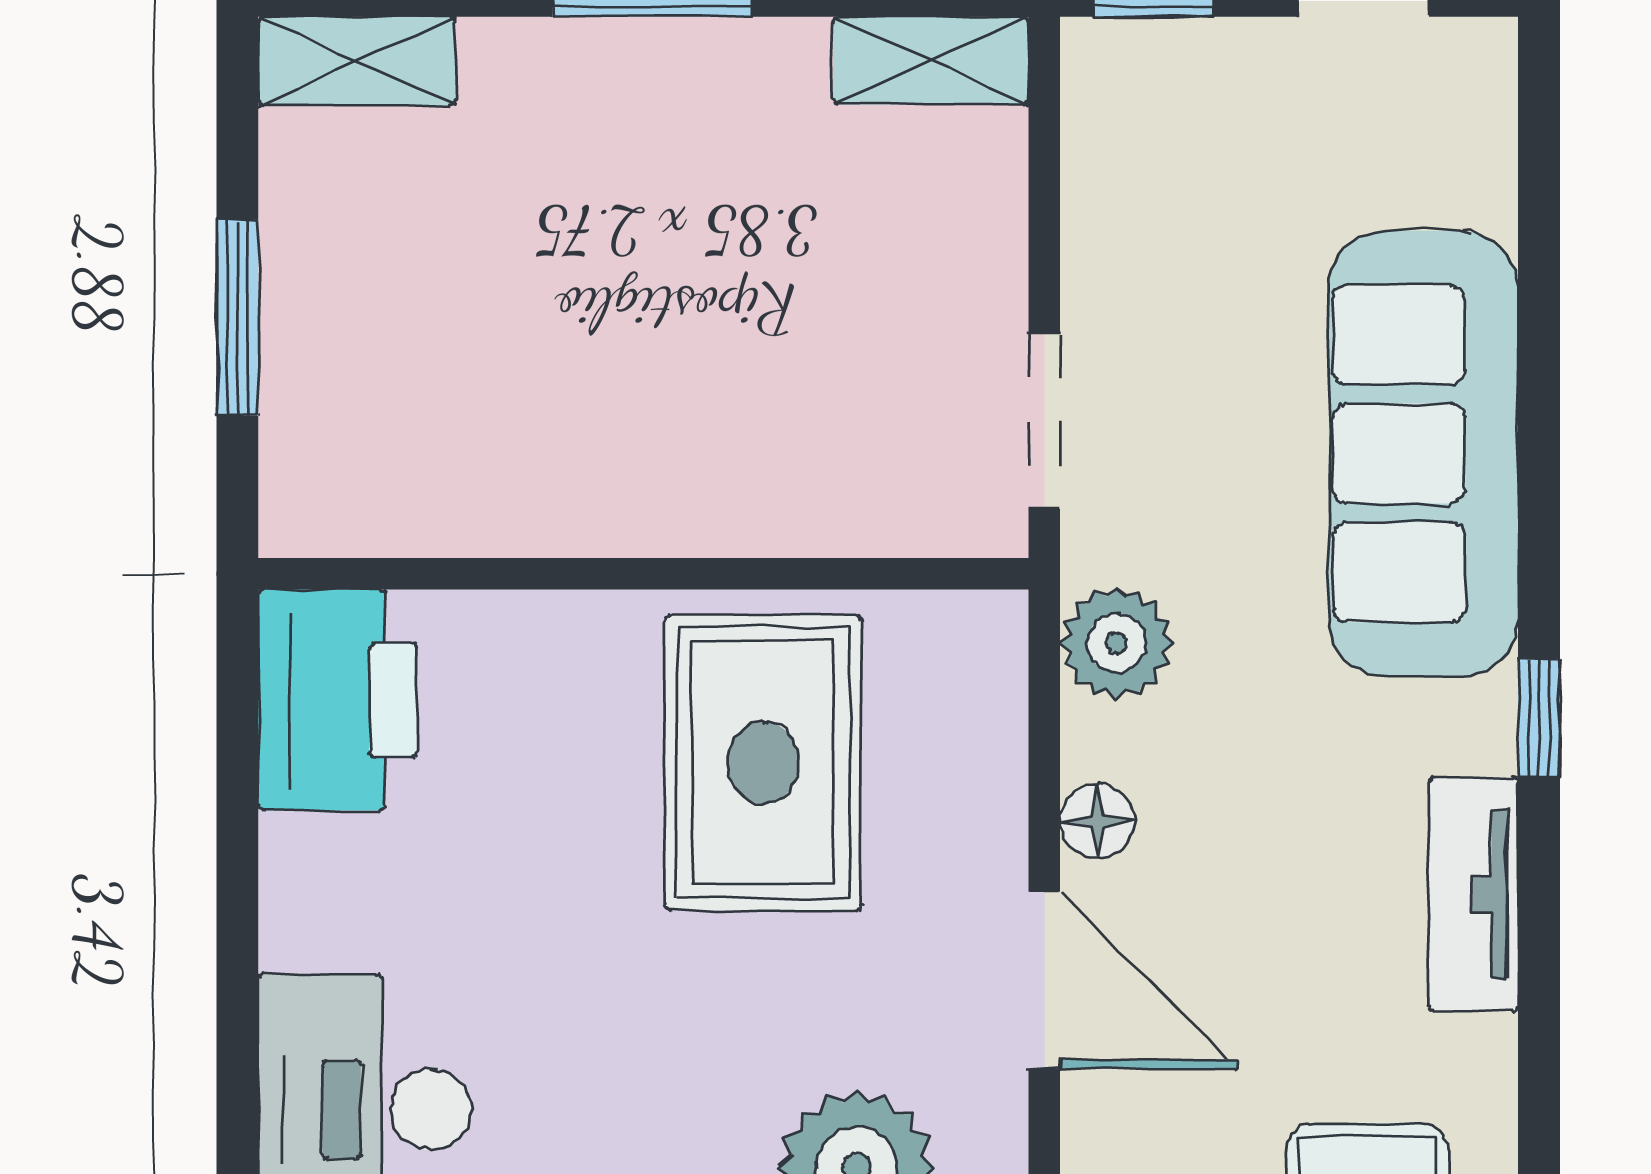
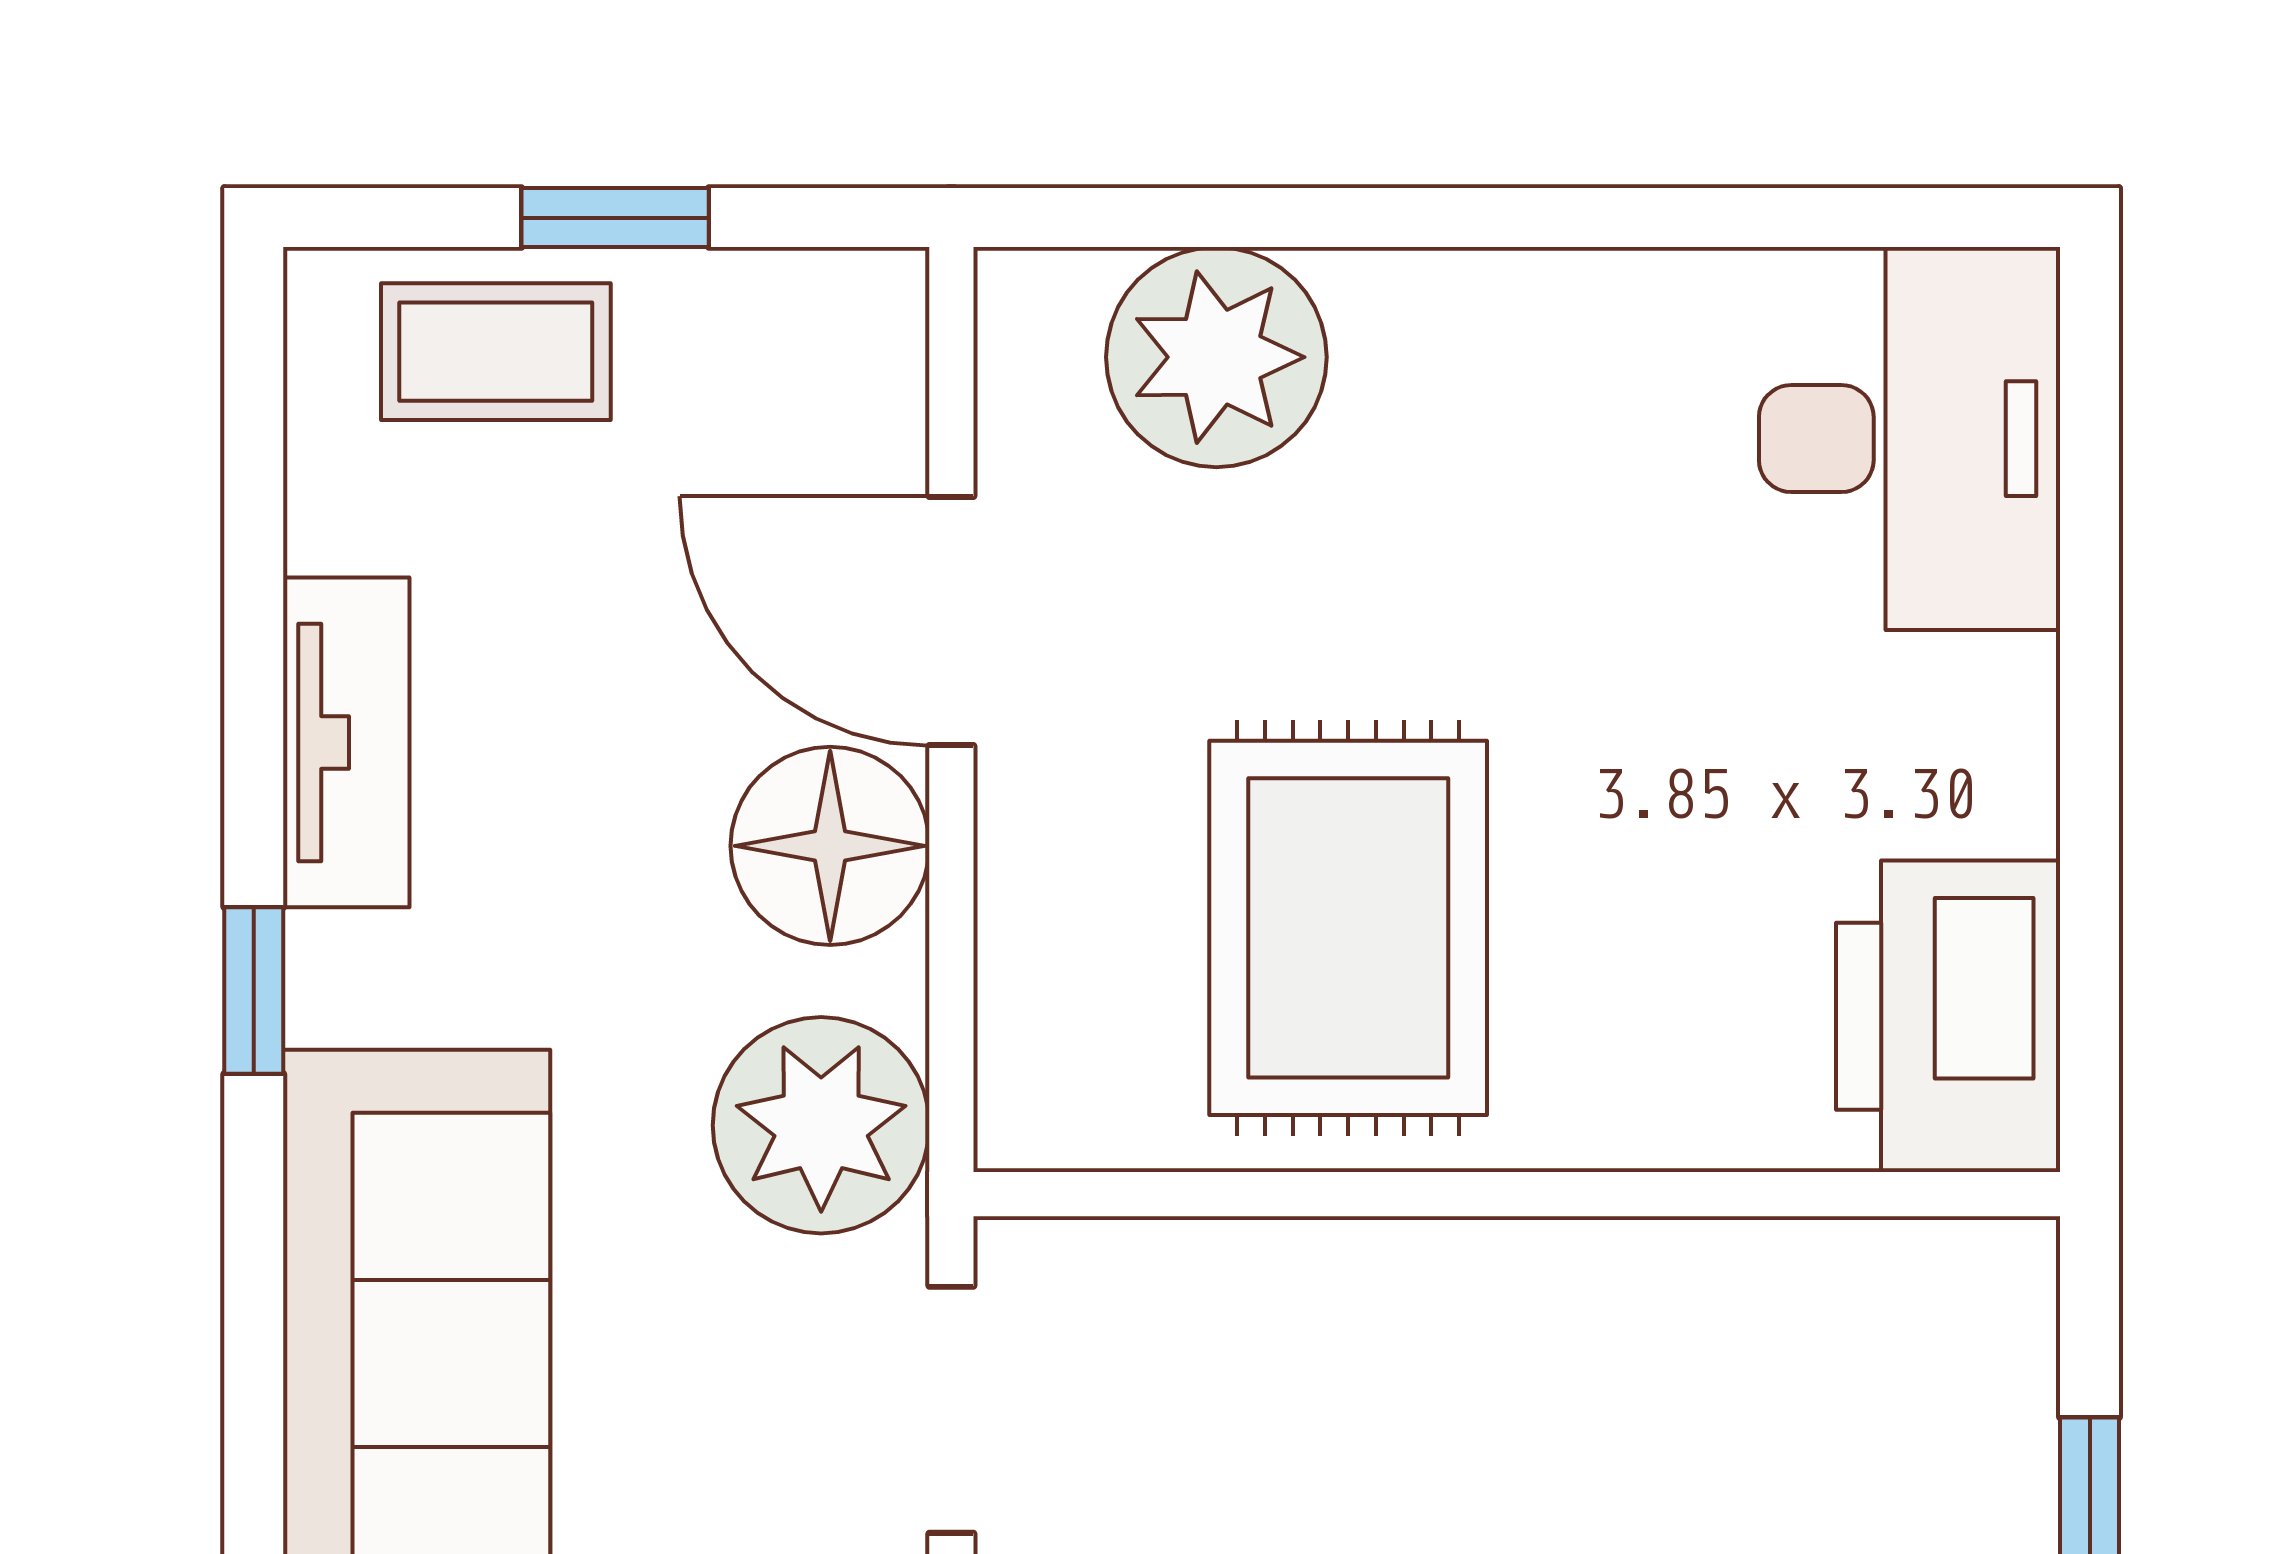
plant: (1116, 643) -> (821, 1125), width x1.36, depth x1.36
floor lamp: (1097, 821) -> (830, 846), width x1.89, depth x1.89

